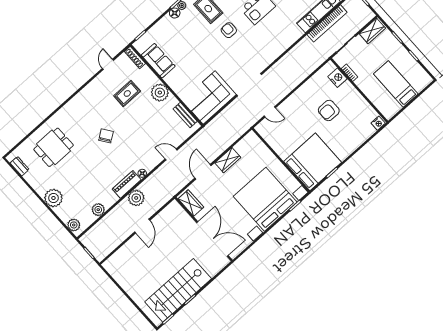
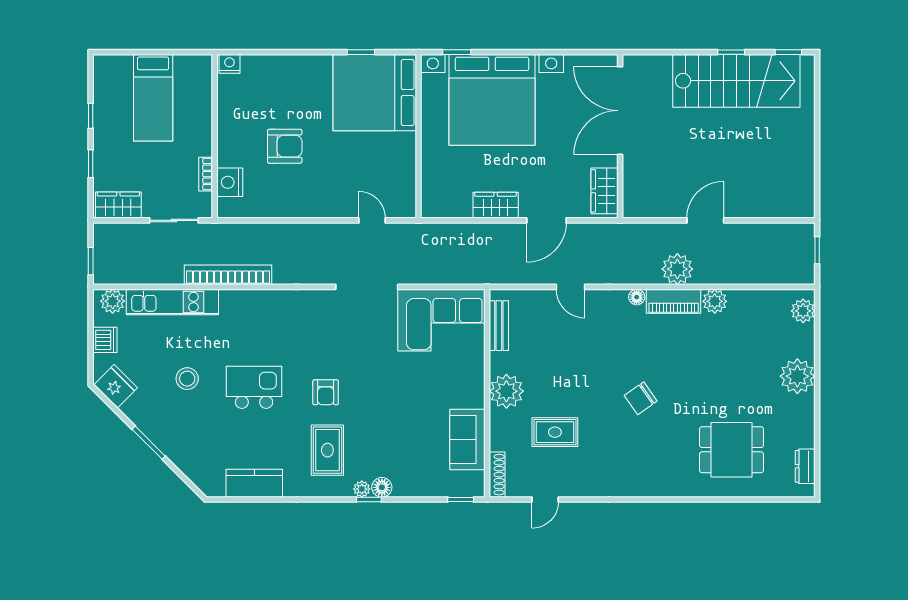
bookcase: (327, 23) -> (228, 275), moved
plant: (98, 210) -> (715, 301), moved

